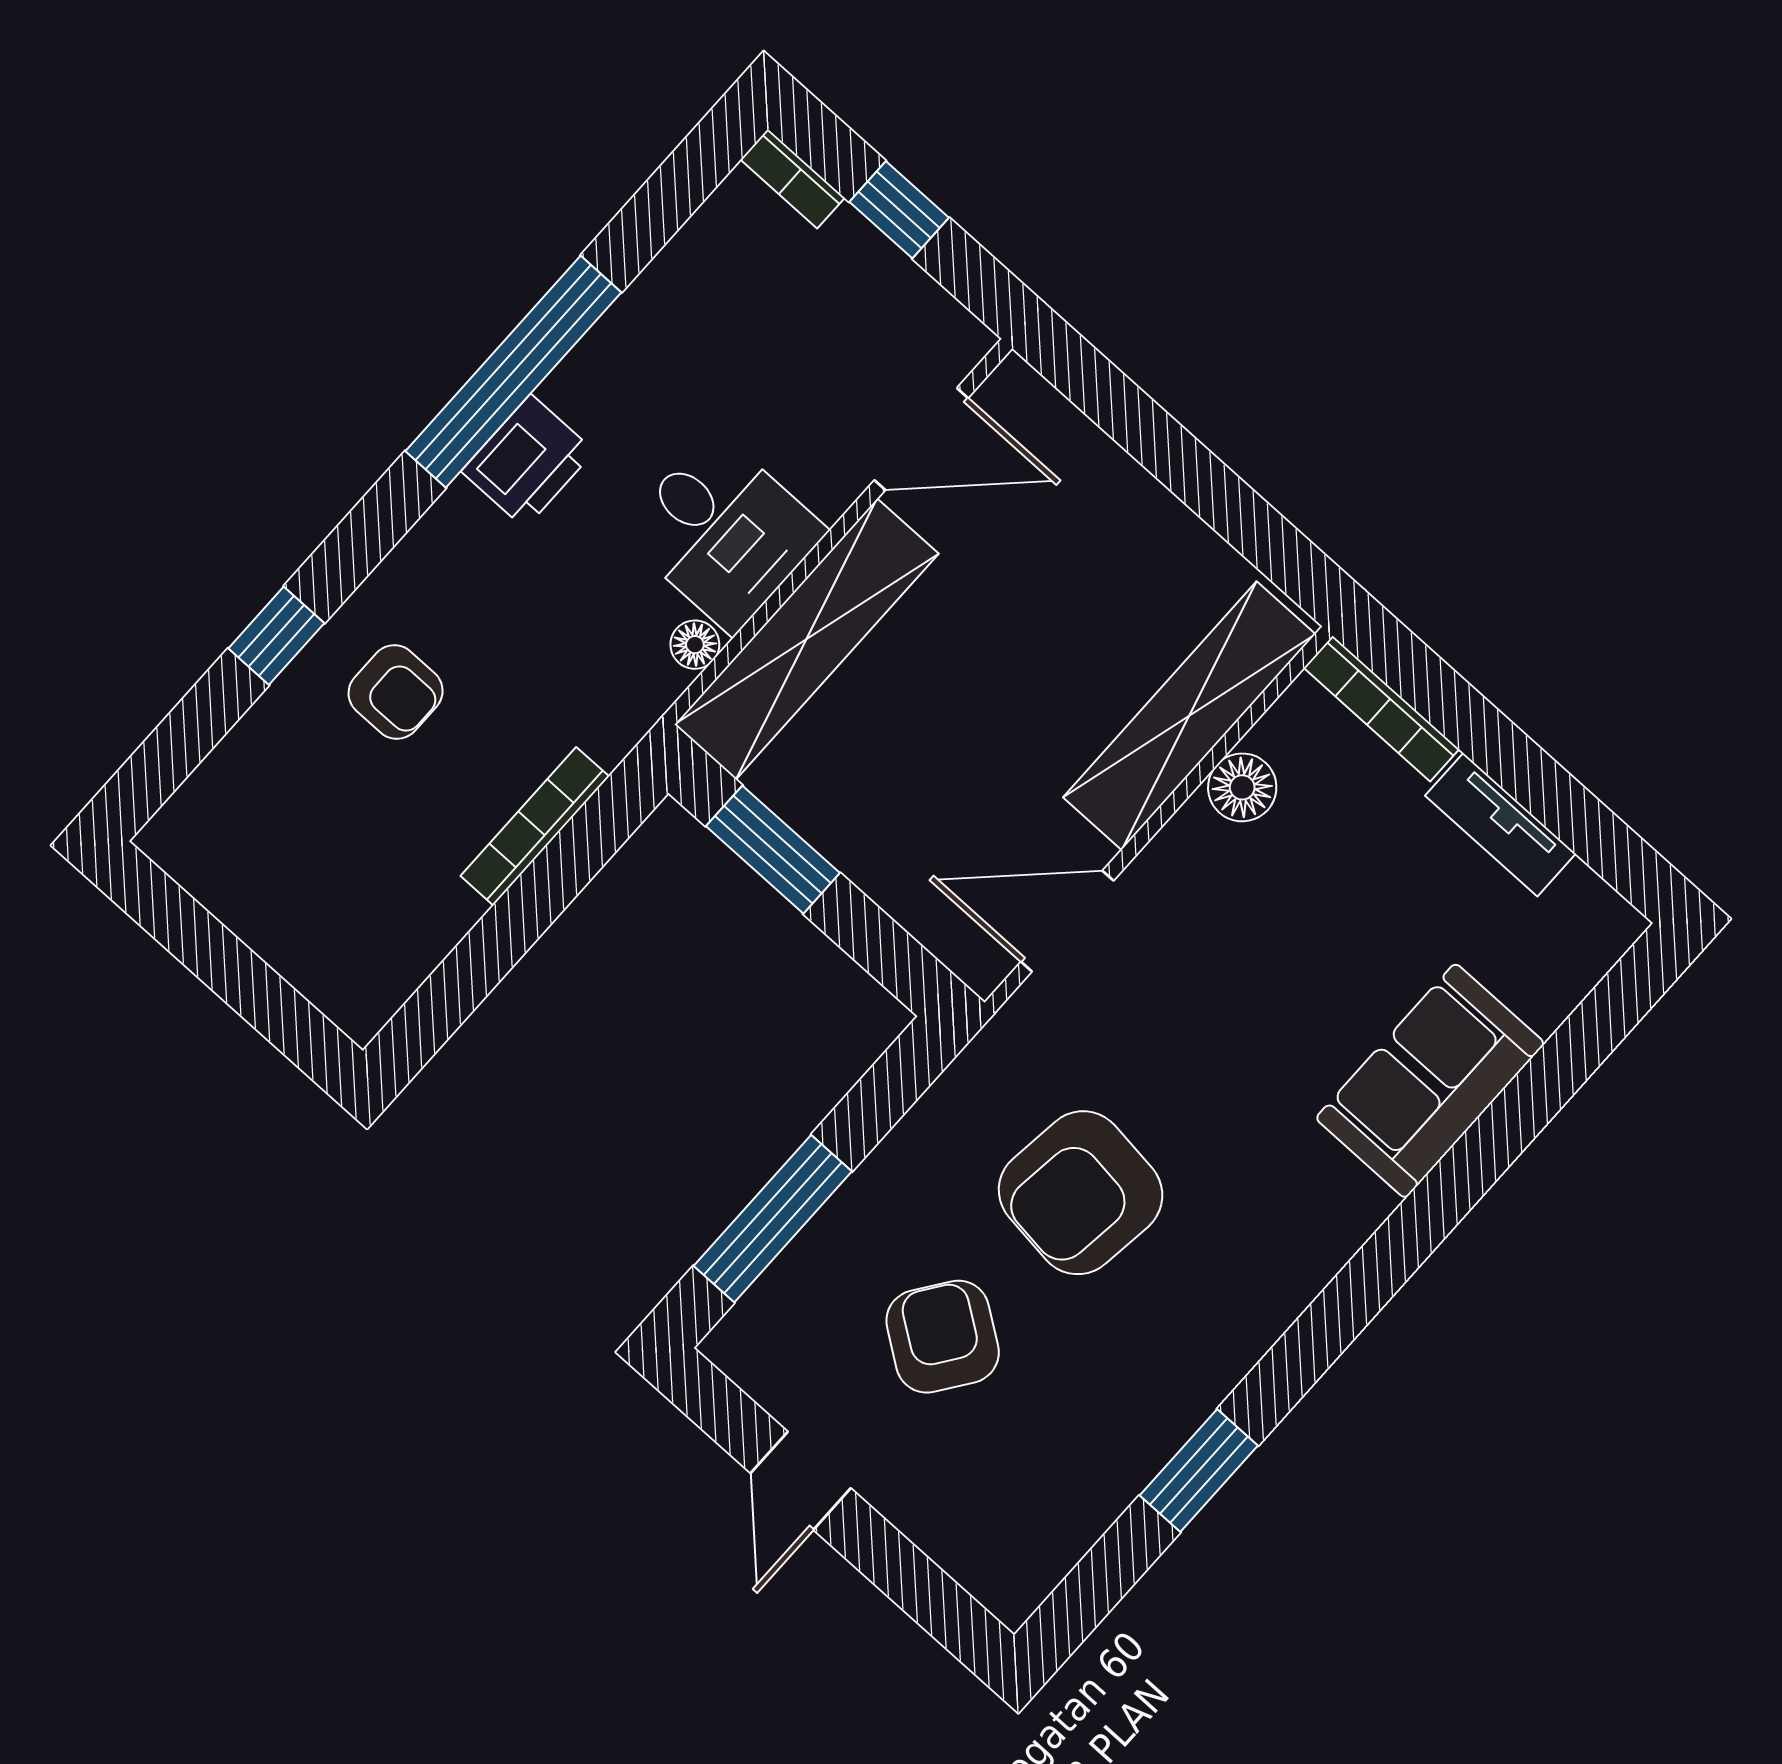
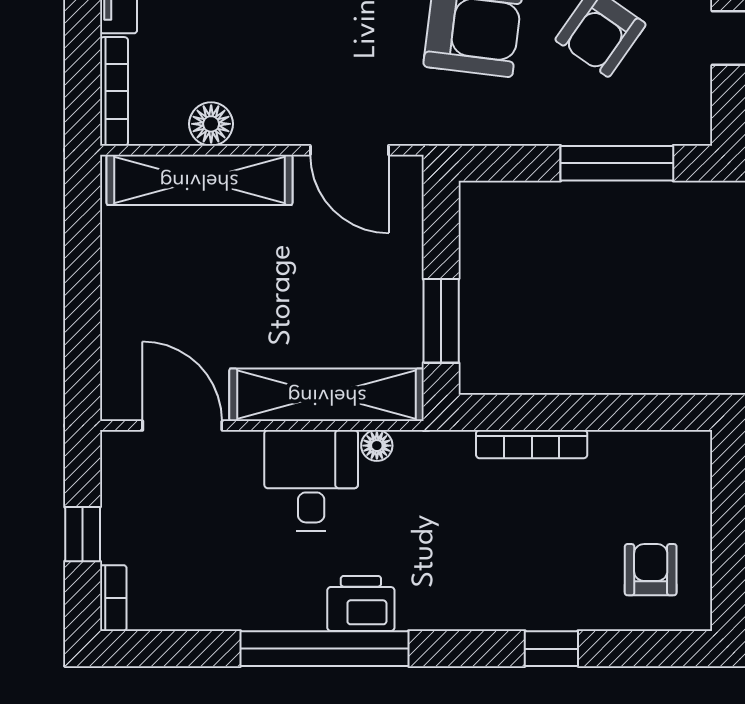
armchair: (396, 692) -> (651, 570), moved

